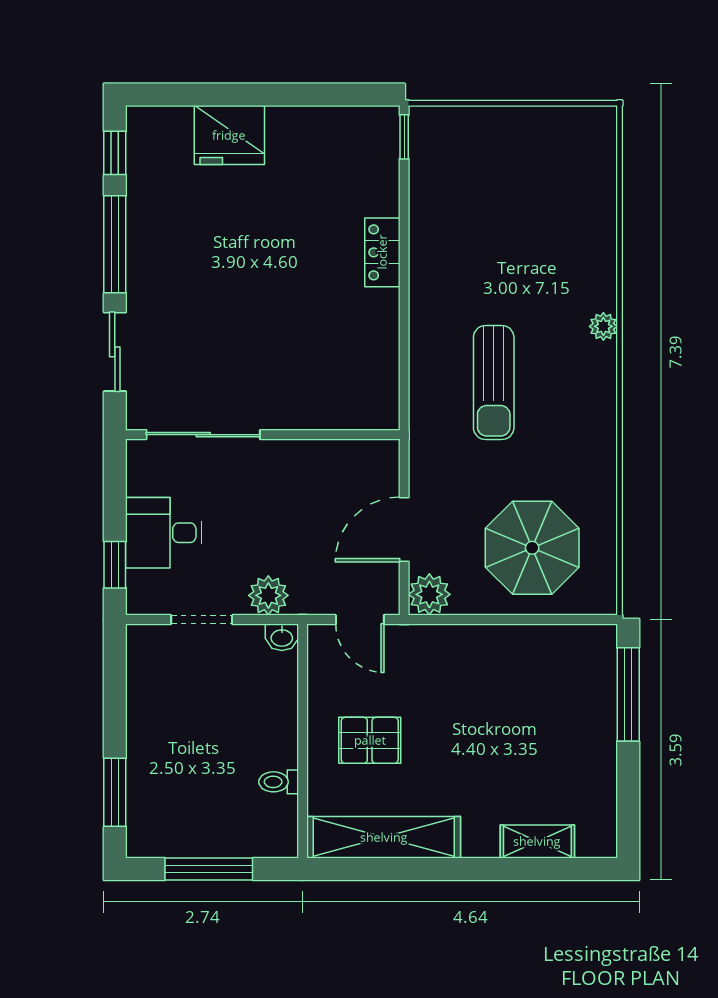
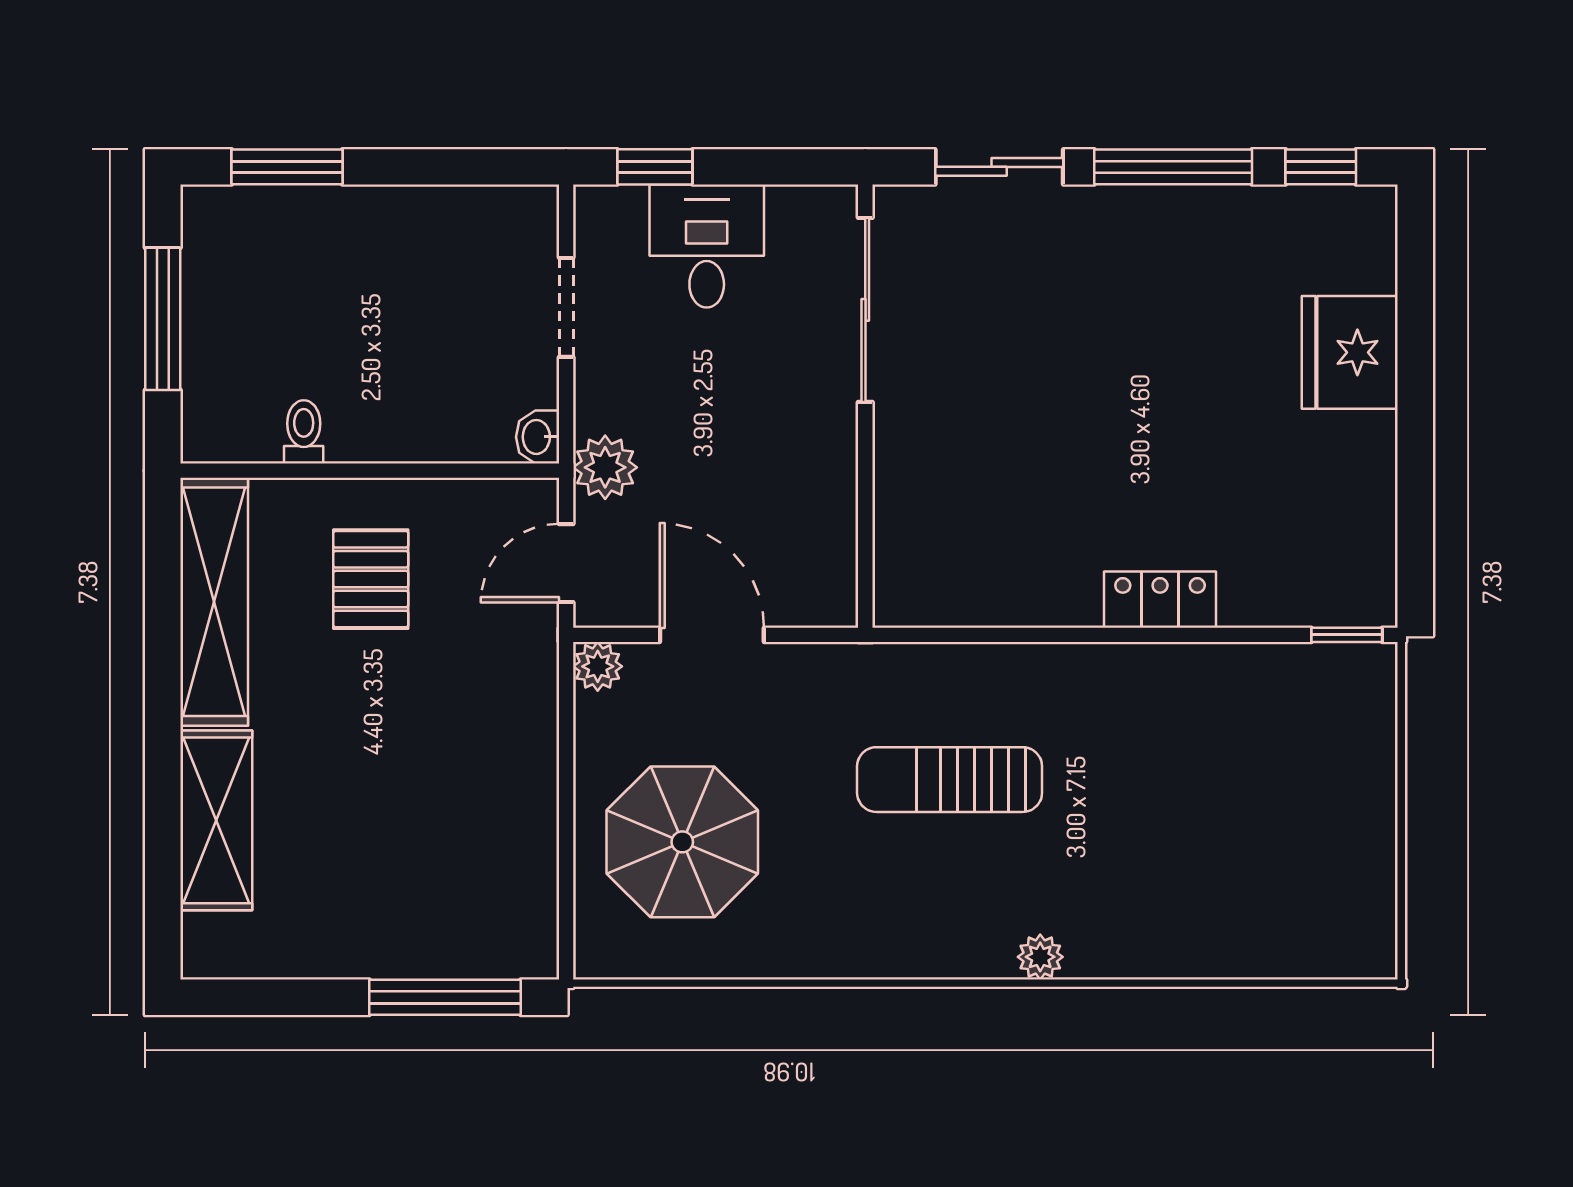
plant: (429, 594) -> (598, 666), width x0.73, depth x0.73
plant: (268, 595) -> (605, 467), moved
shelving: (537, 841) -> (216, 820), width x1.50, depth x1.33

